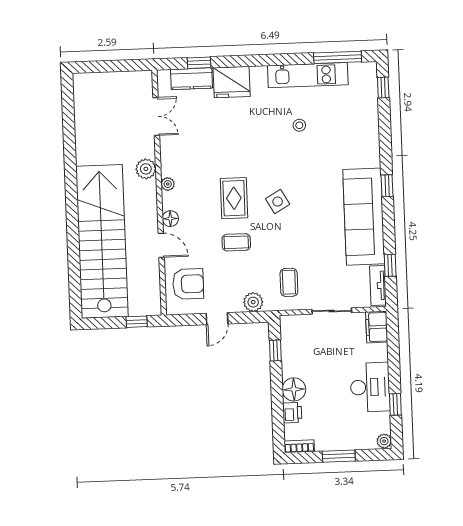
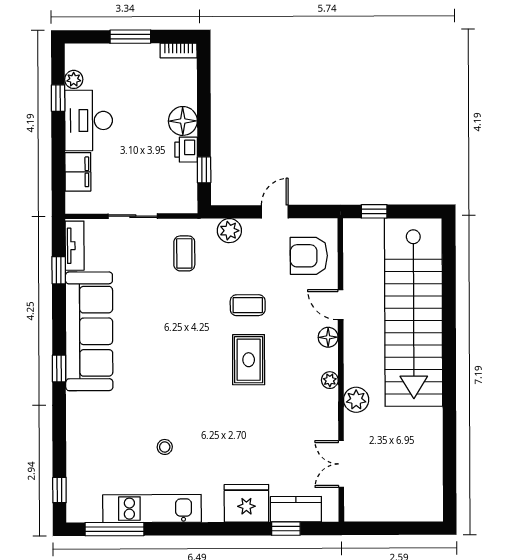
side table: (278, 202) -> (195, 354), removed
filing cabinet: (377, 327) -> (78, 172), moved
printer: (292, 413) -> (186, 150), moved
plant: (384, 441) -> (74, 79), moved

